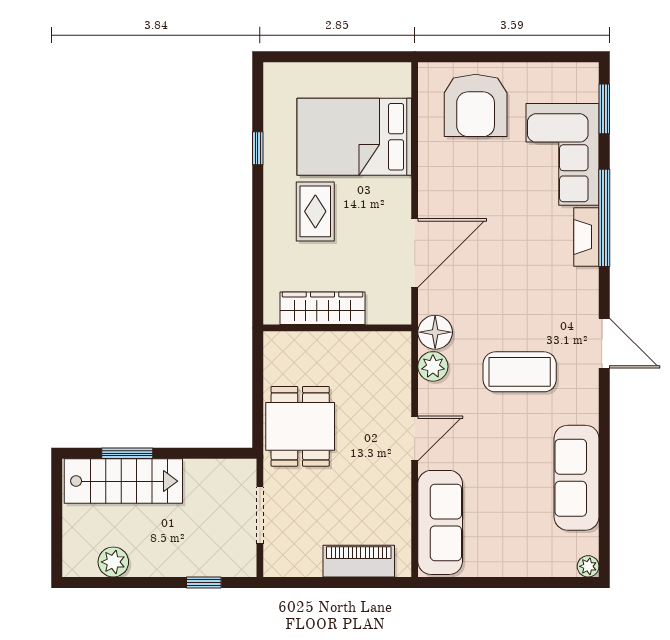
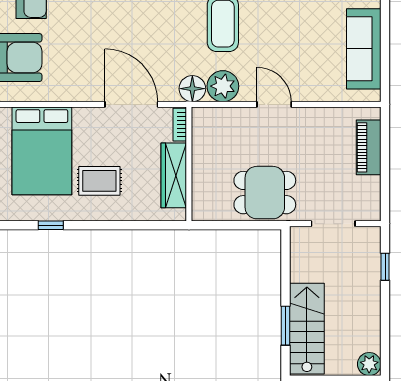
bookcase: (388, 316) -> (180, 125), added
plant: (433, 366) -> (223, 86), width x1.36, depth x1.36
sofa: (440, 522) -> (364, 49), moved, turned -90
plant: (113, 562) -> (369, 364), moved

